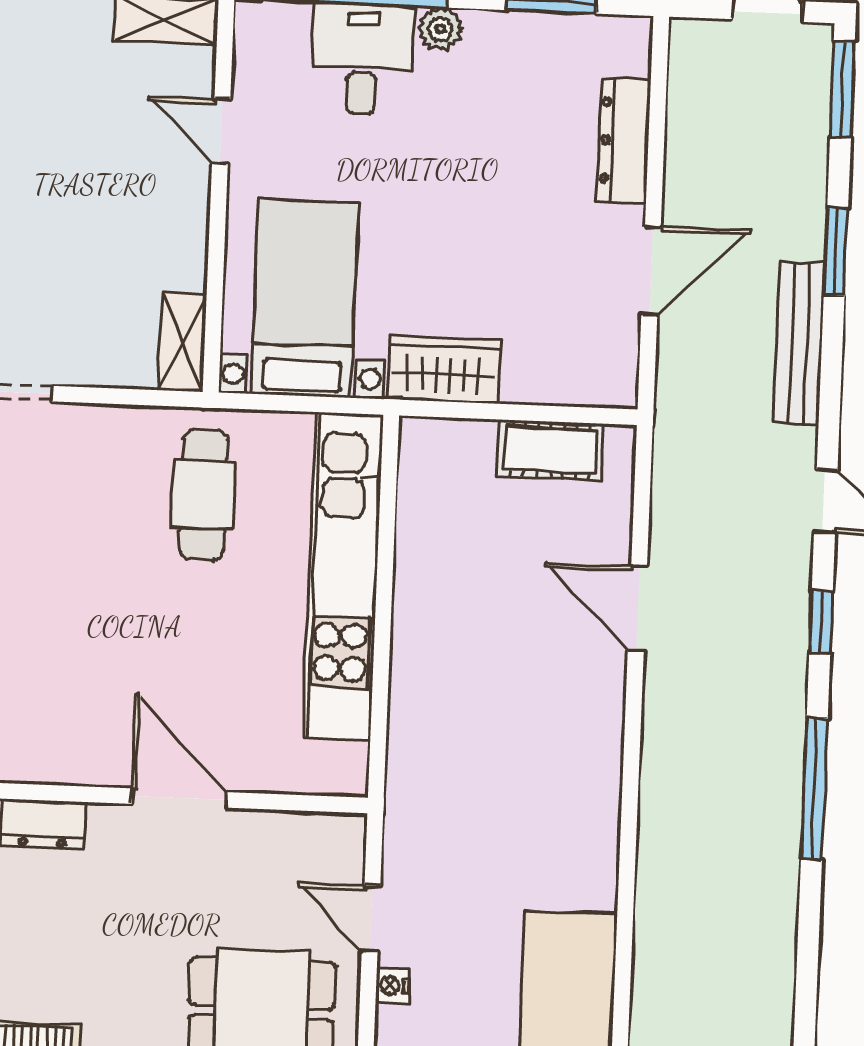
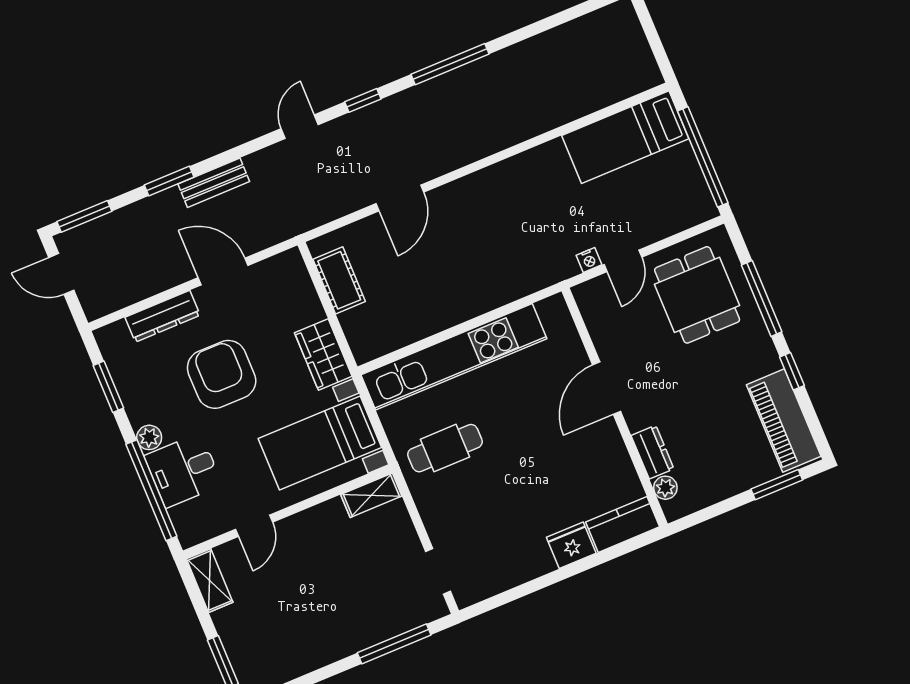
armchair: (487, 192) -> (222, 374), added
bench: (799, 343) -> (214, 183), width x0.73
nightstand: (393, 986) -> (589, 260), moved

